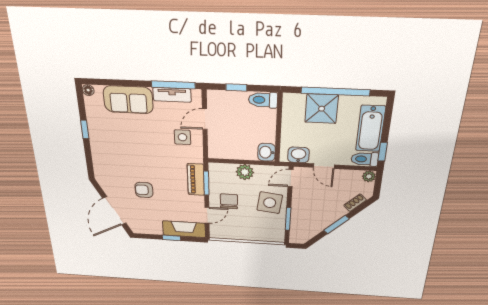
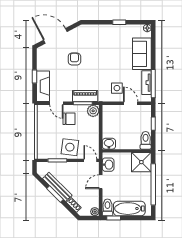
shower: (322, 109) -> (141, 162), moved
plant: (245, 172) -> (93, 111), moved
bench: (326, 221) -> (57, 187), added

